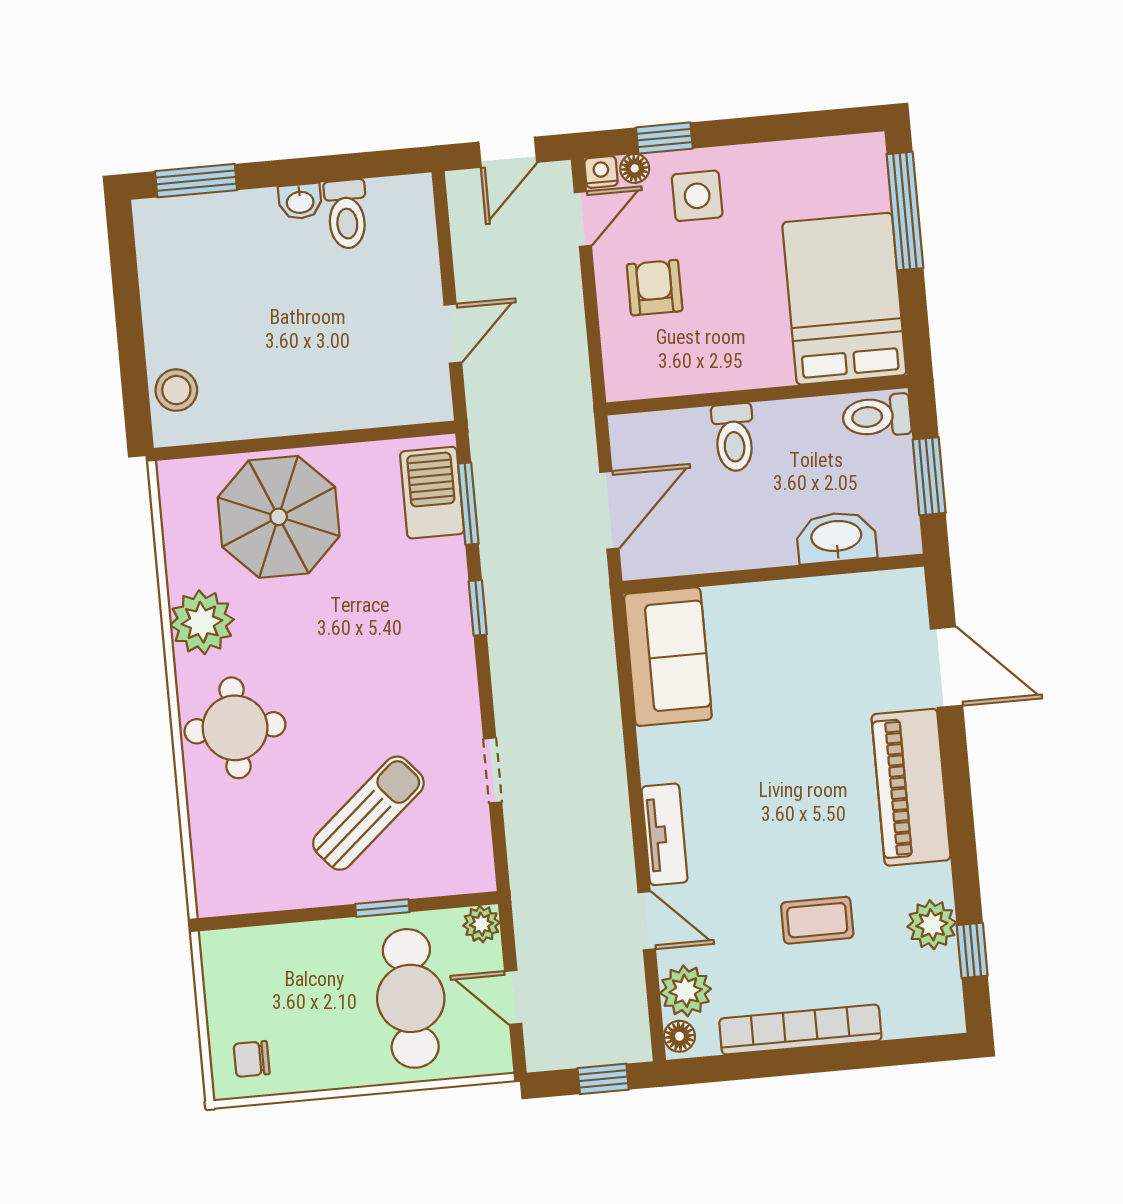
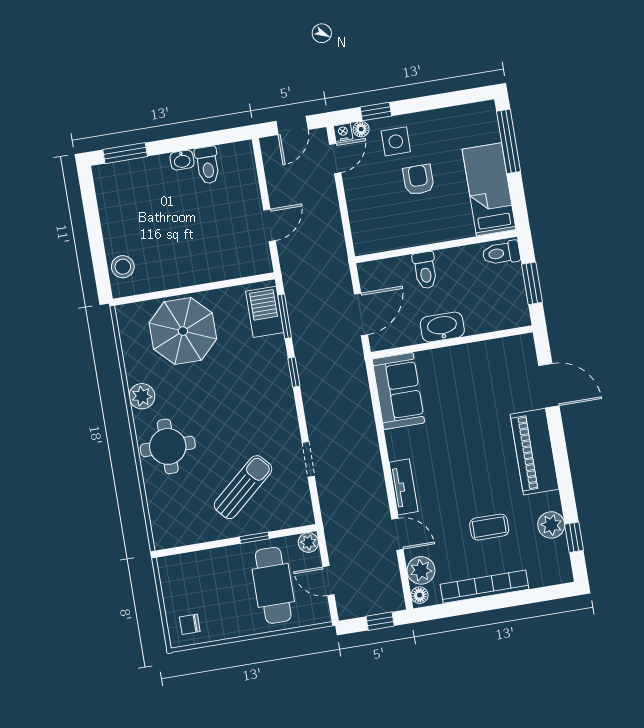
armchair: (655, 288) -> (418, 180), moved
bed: (844, 299) -> (489, 189), width x0.67
washbasin: (836, 537) -> (442, 327), moved
plant: (202, 622) -> (142, 396), width x0.73, depth x0.73

